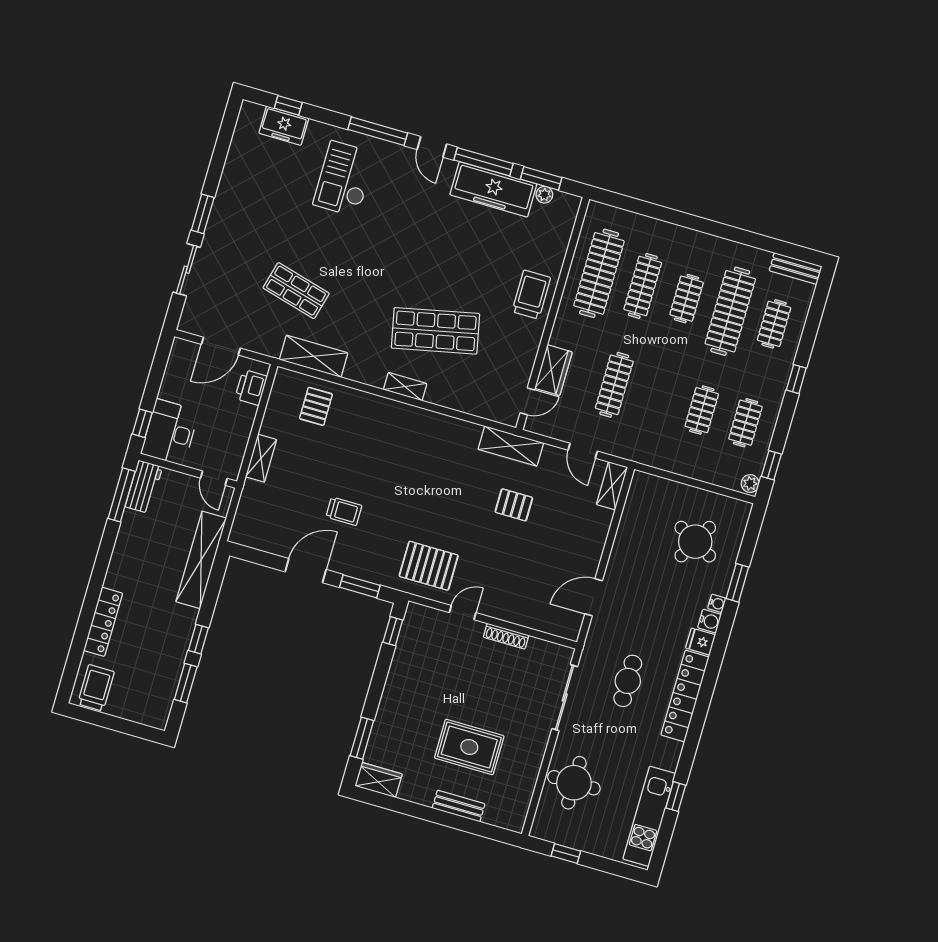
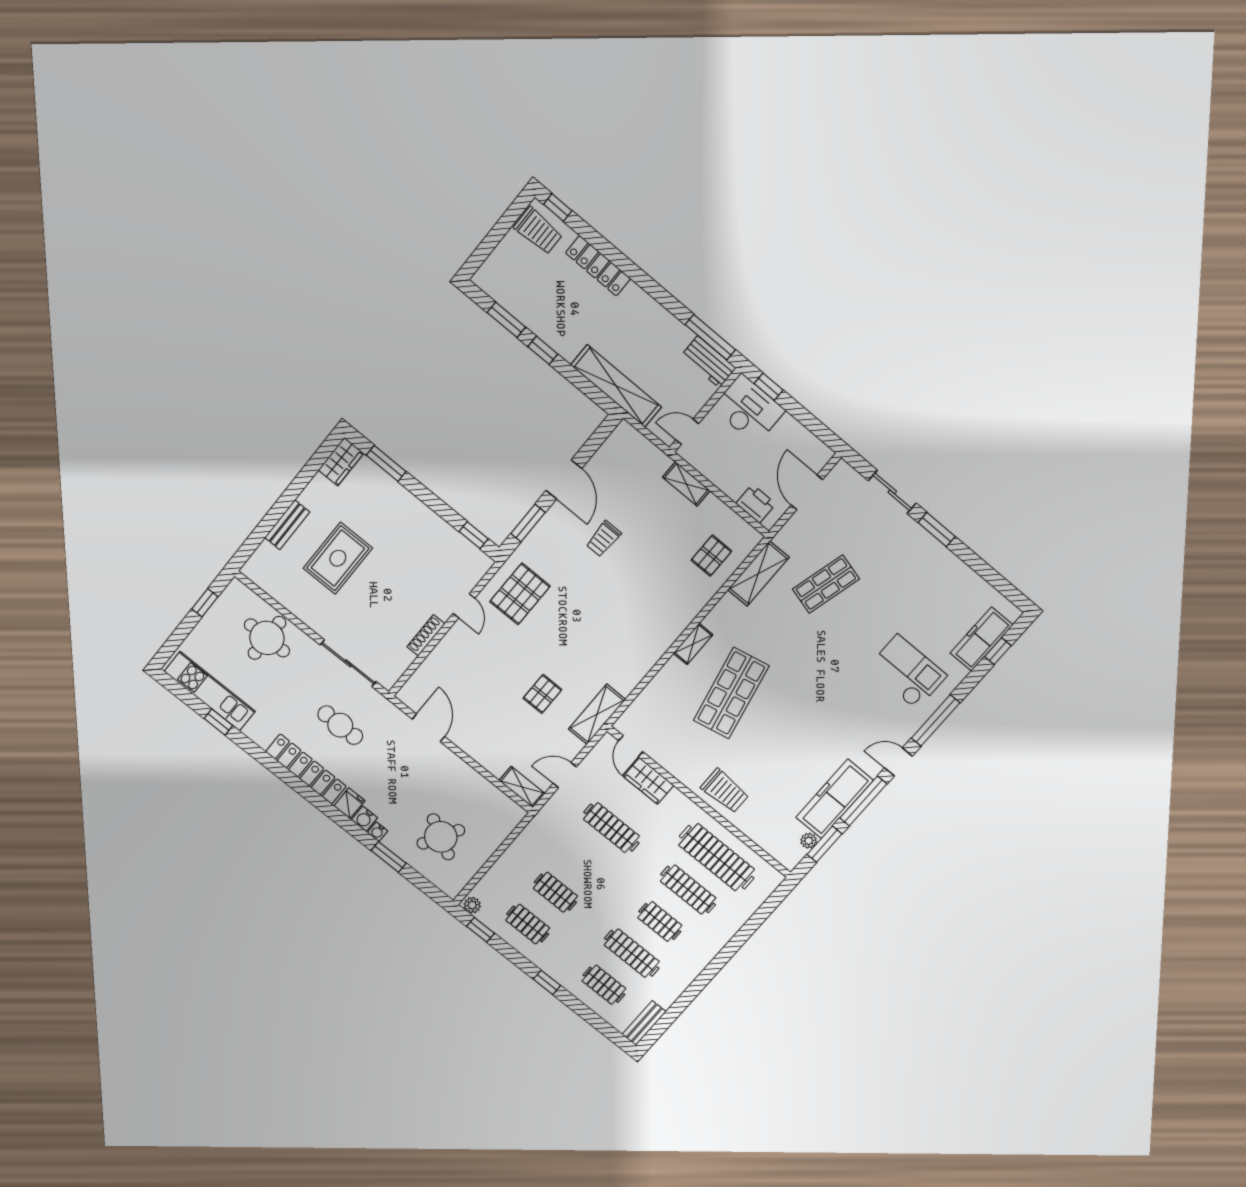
freezer: (284, 126) -> (981, 639), width x1.40
clothes rail: (730, 311) -> (632, 953), width x0.73, depth x0.76
pallet: (316, 406) -> (711, 556), turned 90
window: (68, 679) -> (558, 208), added

